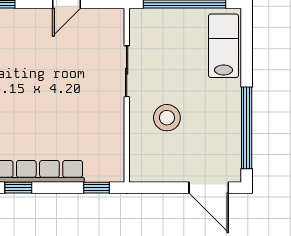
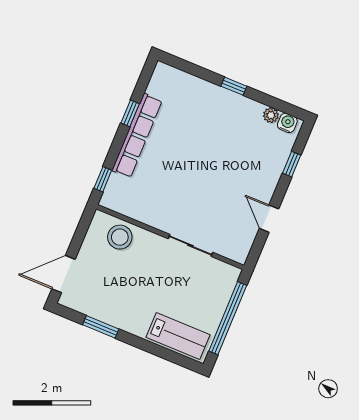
stool: (167, 118) -> (120, 237), moved
window: (247, 128) -> (101, 327), width x0.47

